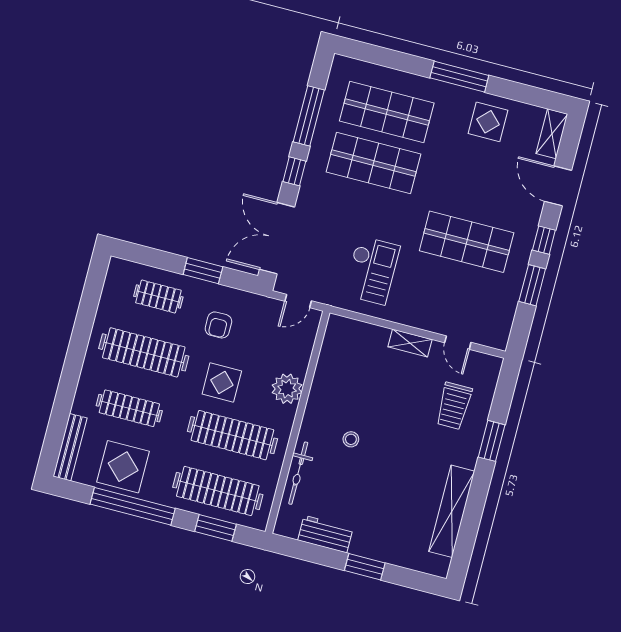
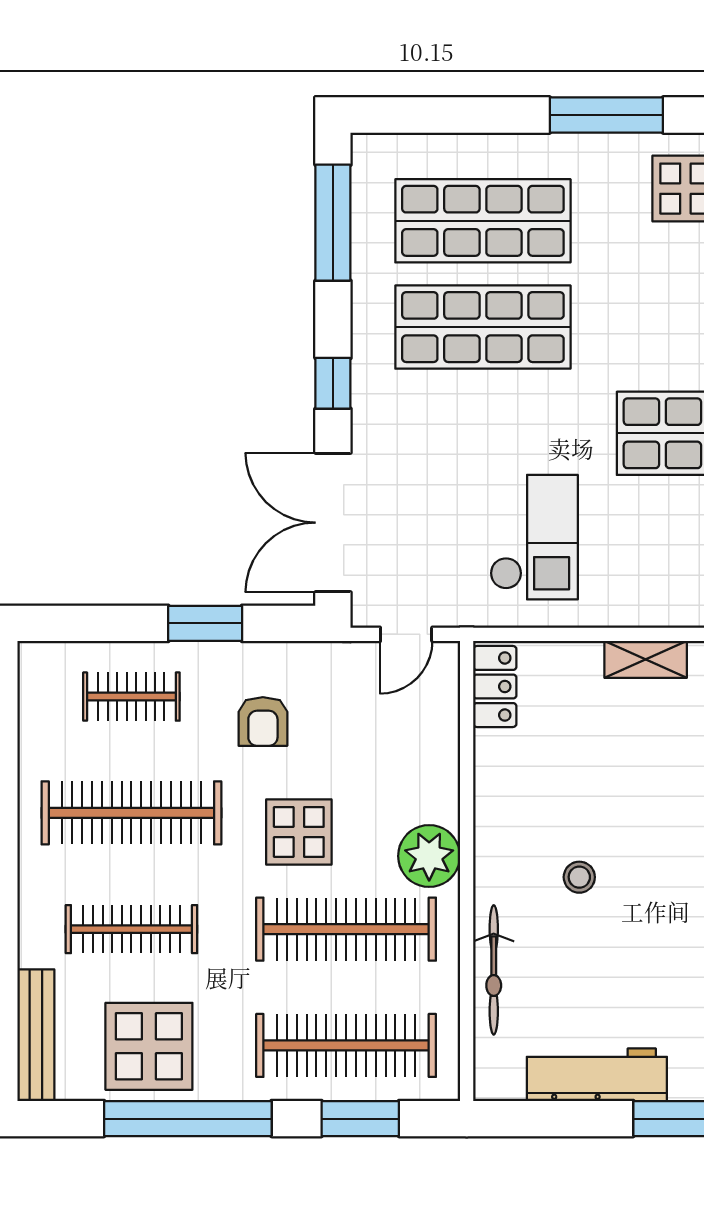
window: (309, 116) -> (333, 223), moved
locker: (334, 337) -> (495, 686), added
plant: (287, 389) -> (429, 856), moved
workbench: (325, 534) -> (597, 1075), width x1.38

